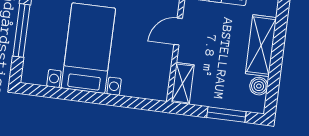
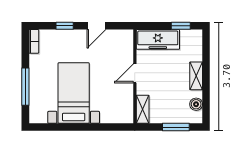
shelving: (261, 46) -> (196, 76), width x0.67, depth x0.75

